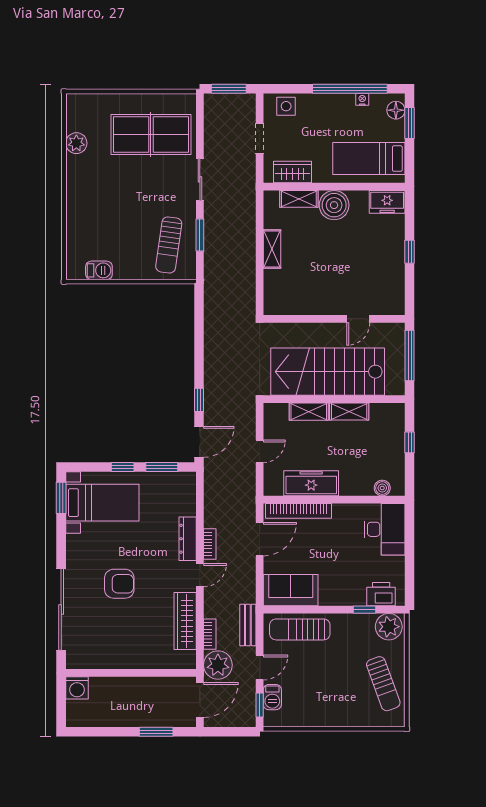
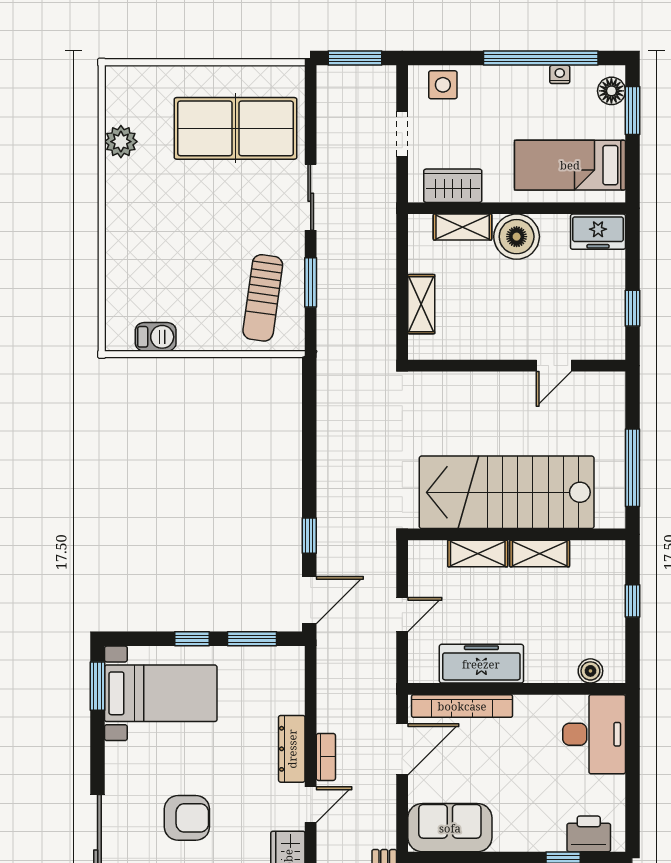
wall: (334, 319) -> (517, 366), moved
door: (358, 319) -> (554, 366), moved

